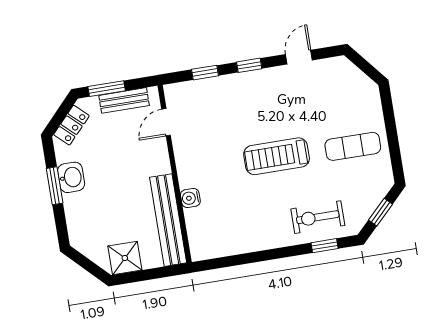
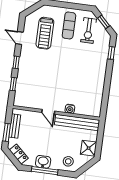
door: (166, 122) -> (48, 112), moved
treadmill: (277, 156) -> (45, 33), moved
window: (55, 186) -> (45, 171), width x1.44
exercise bike: (318, 217) -> (88, 31), moved
stool: (87, 226) -> (68, 161), added

